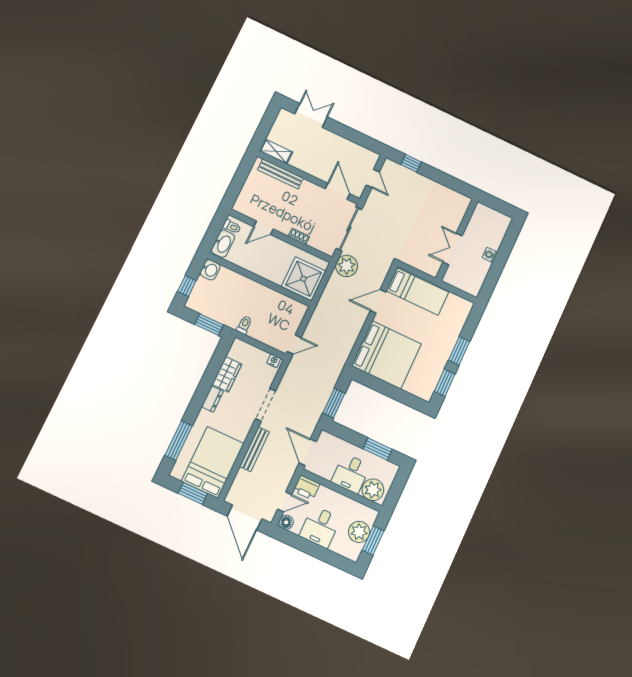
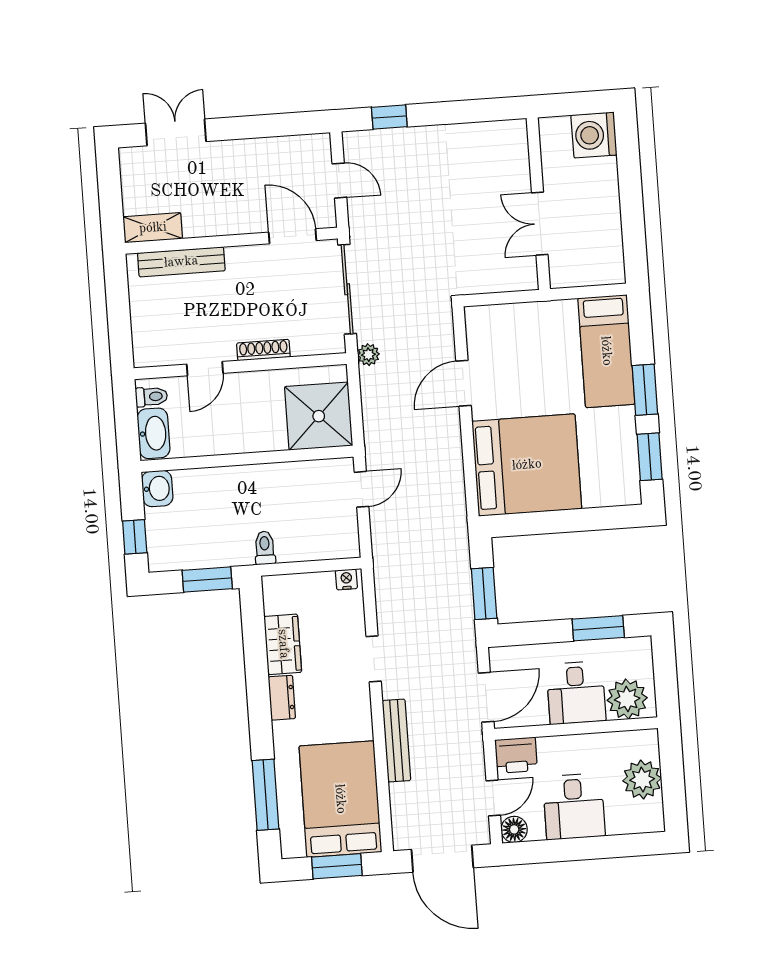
shoe rack: (299, 236) -> (263, 350), width x1.43
washing machine: (490, 255) -> (594, 135), moved, width x1.89, depth x1.89
plant: (347, 266) -> (368, 355), width x0.53, depth x0.53
bed: (417, 291) -> (606, 351), moved, turned 90
door: (294, 344) -> (361, 489), moved
doorway: (266, 405) -> (374, 659), width x0.73
door: (308, 452) -> (486, 697), swing flipped
window: (373, 541) -> (673, 781), removed

